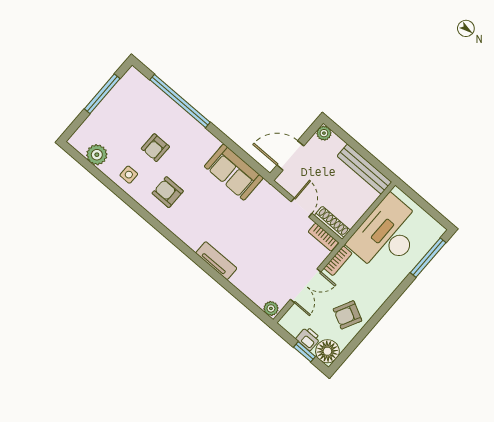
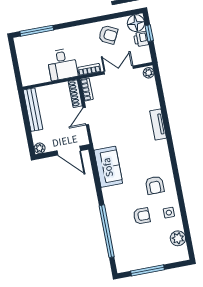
desk: (387, 235) -> (62, 64), width x0.53, depth x0.77

